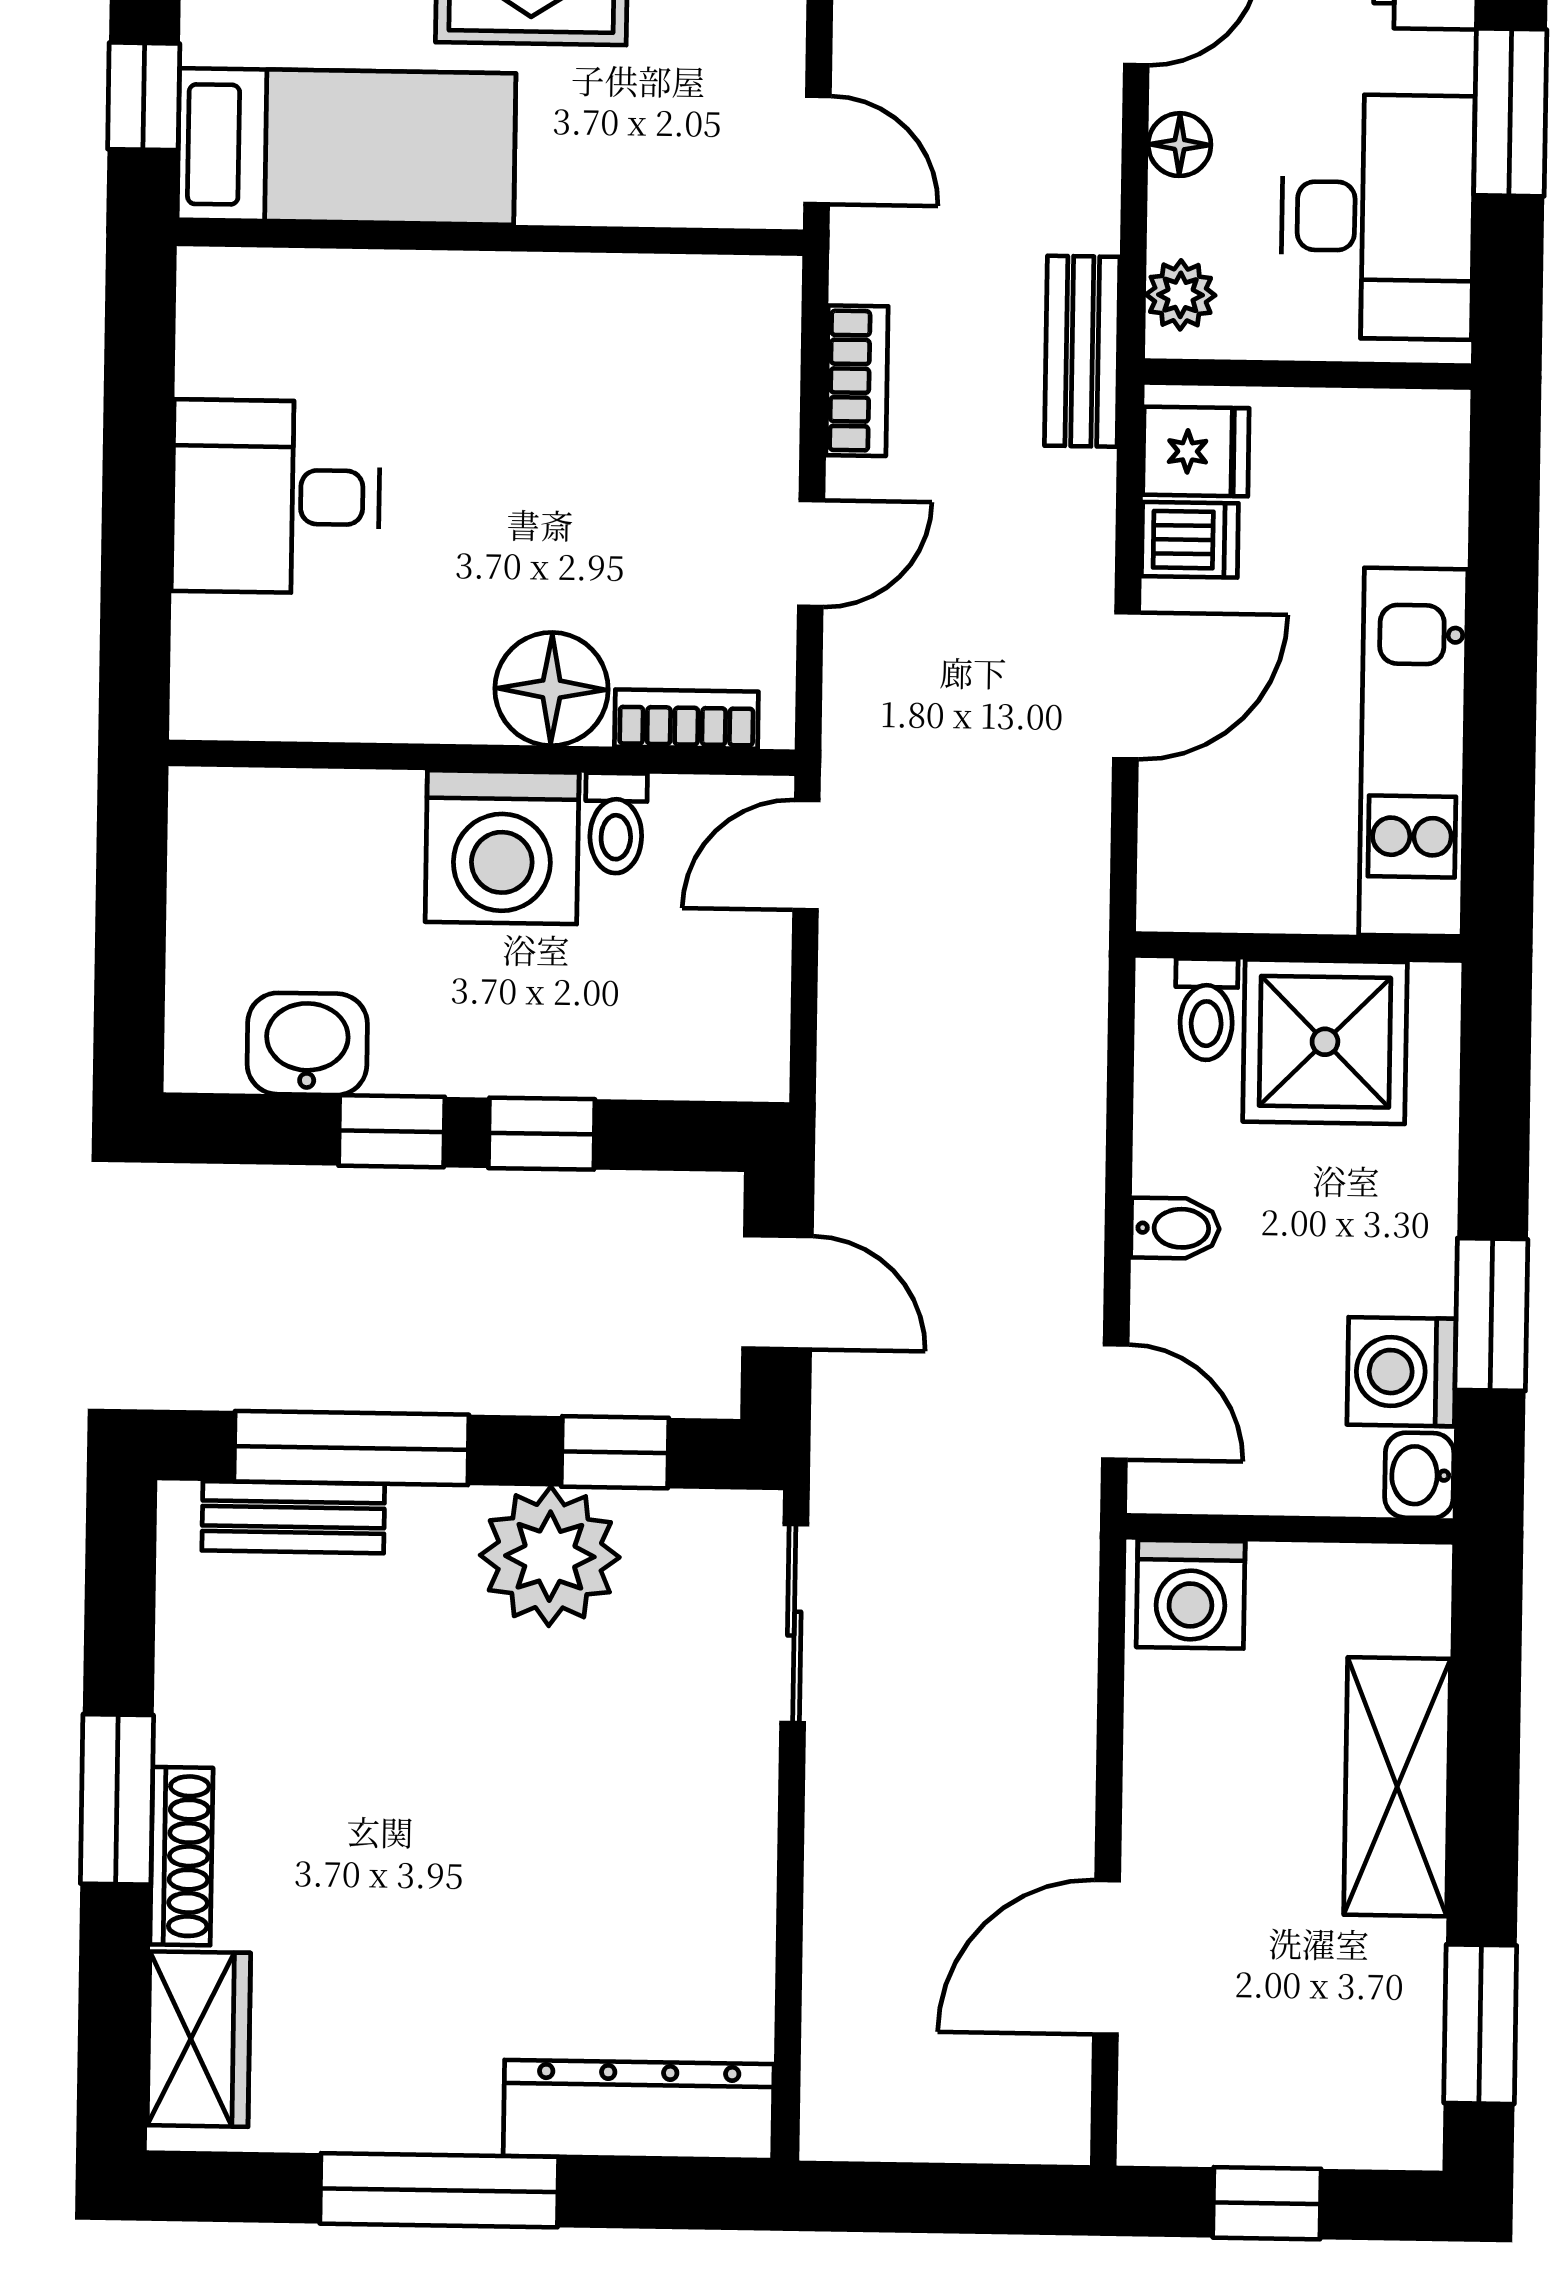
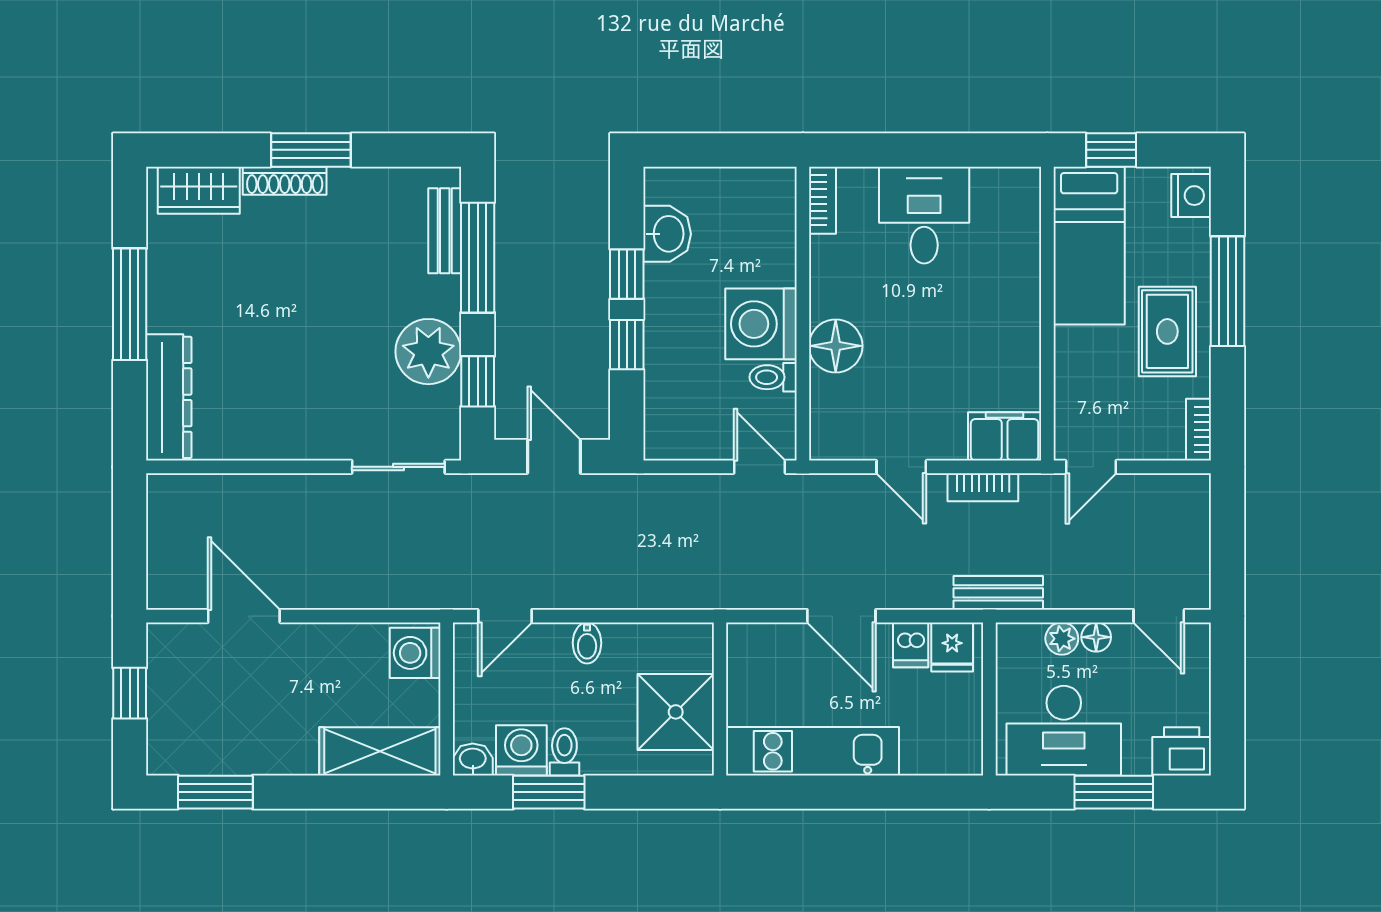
plant: (1181, 295) -> (1062, 639), moved
filing cabinet: (750, 333) -> (1005, 436), added
bookcase: (686, 719) -> (823, 200), moved
toilet: (1206, 1009) -> (564, 752), moved, turned 90
door: (777, 1292) -> (554, 457), swing flipped
shelving: (1397, 1787) -> (380, 751), moved

